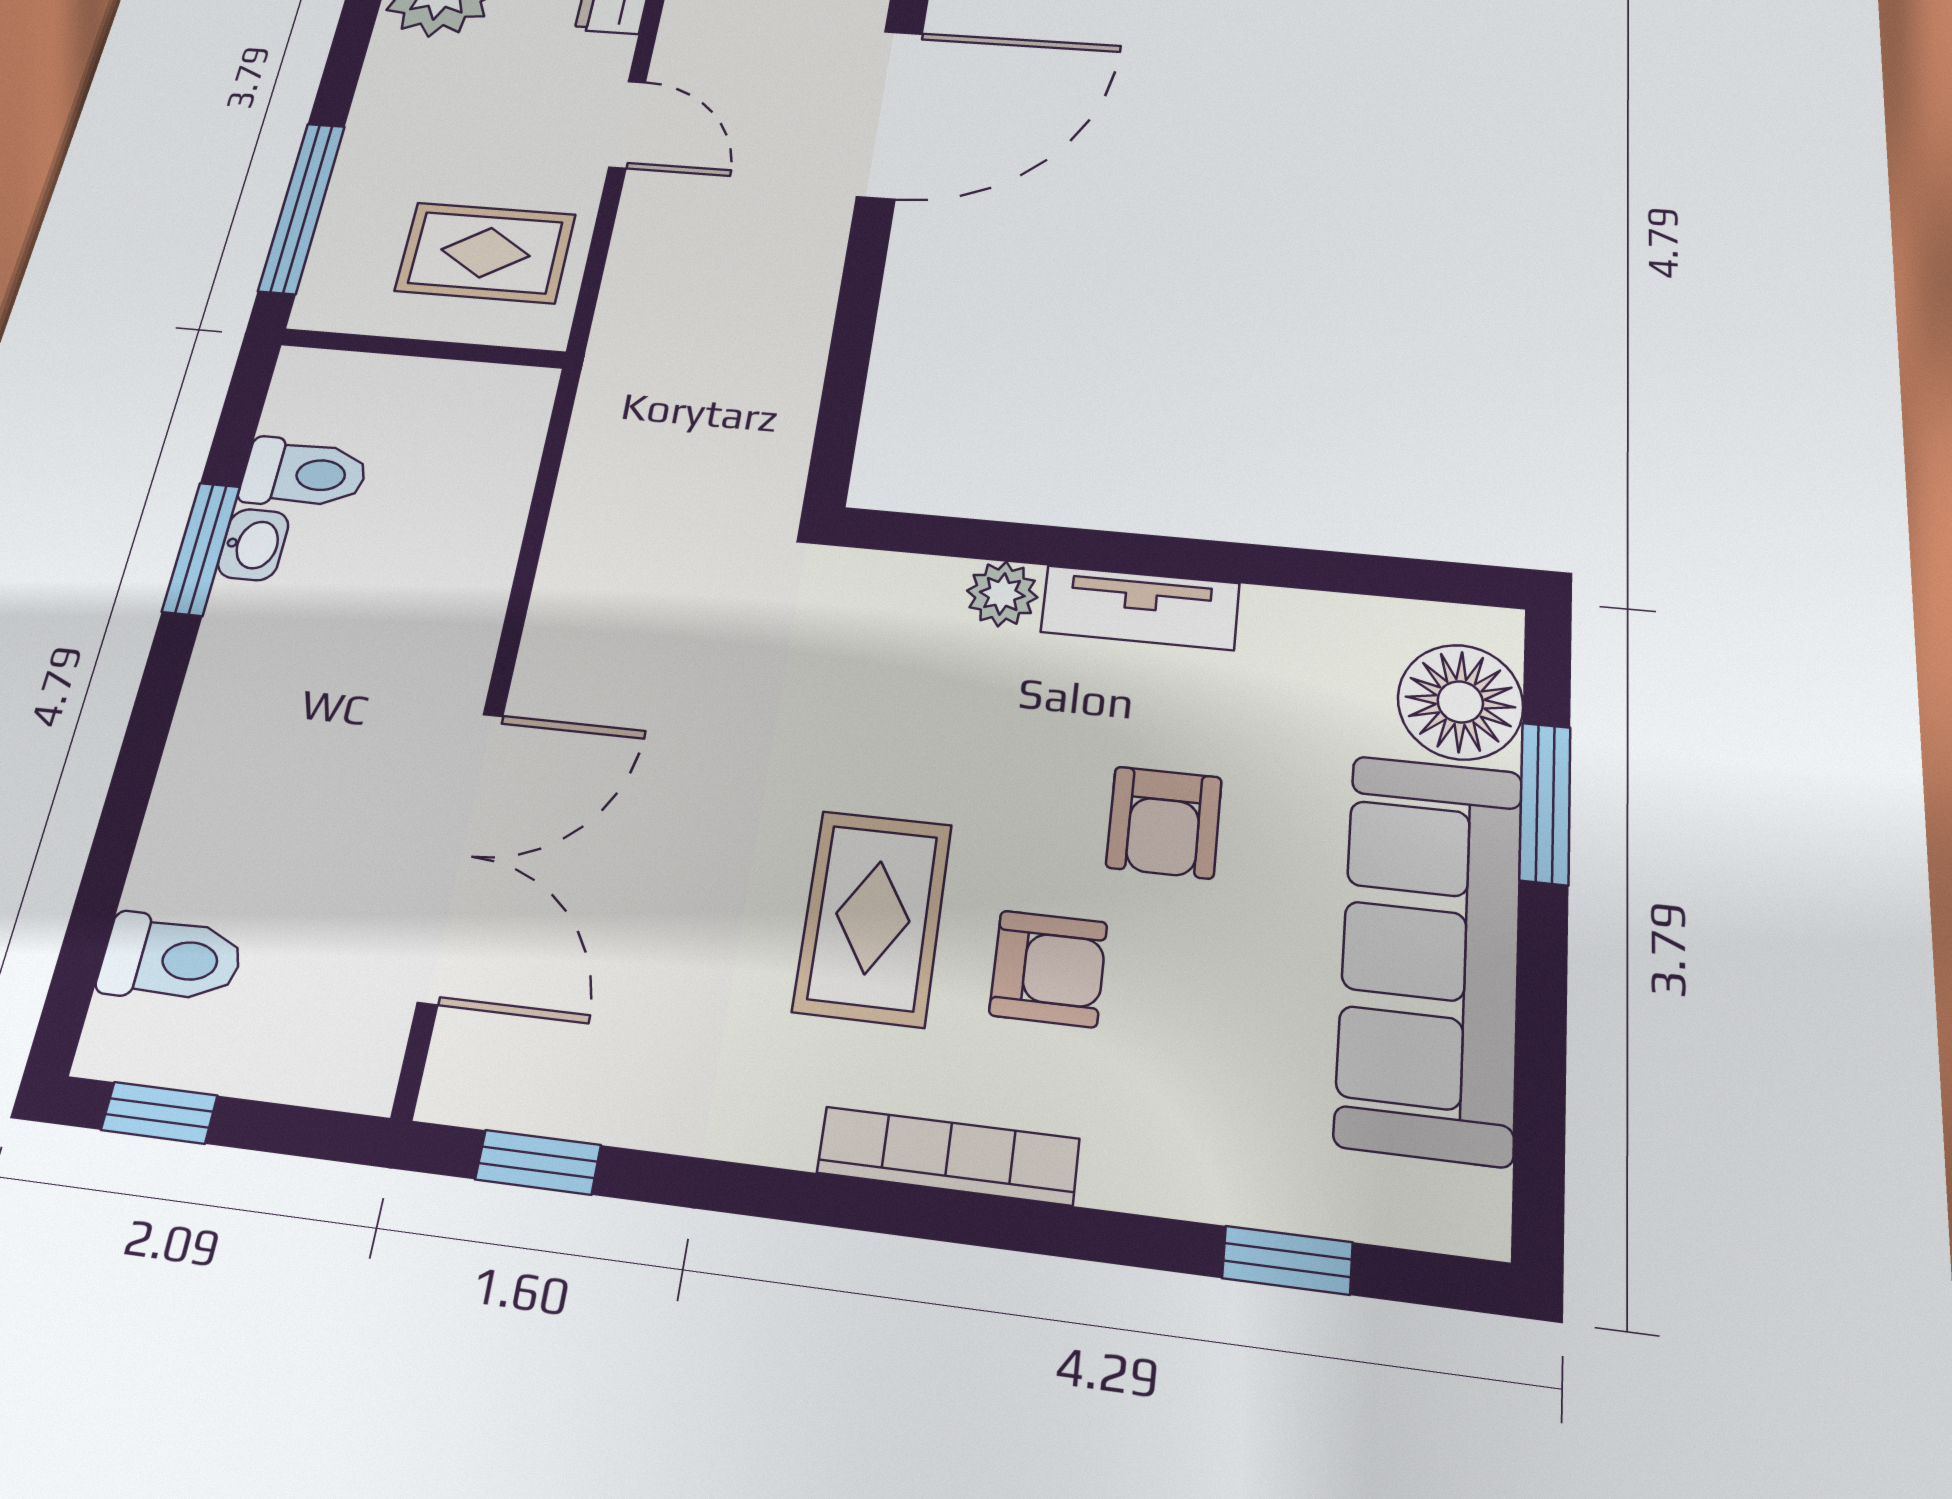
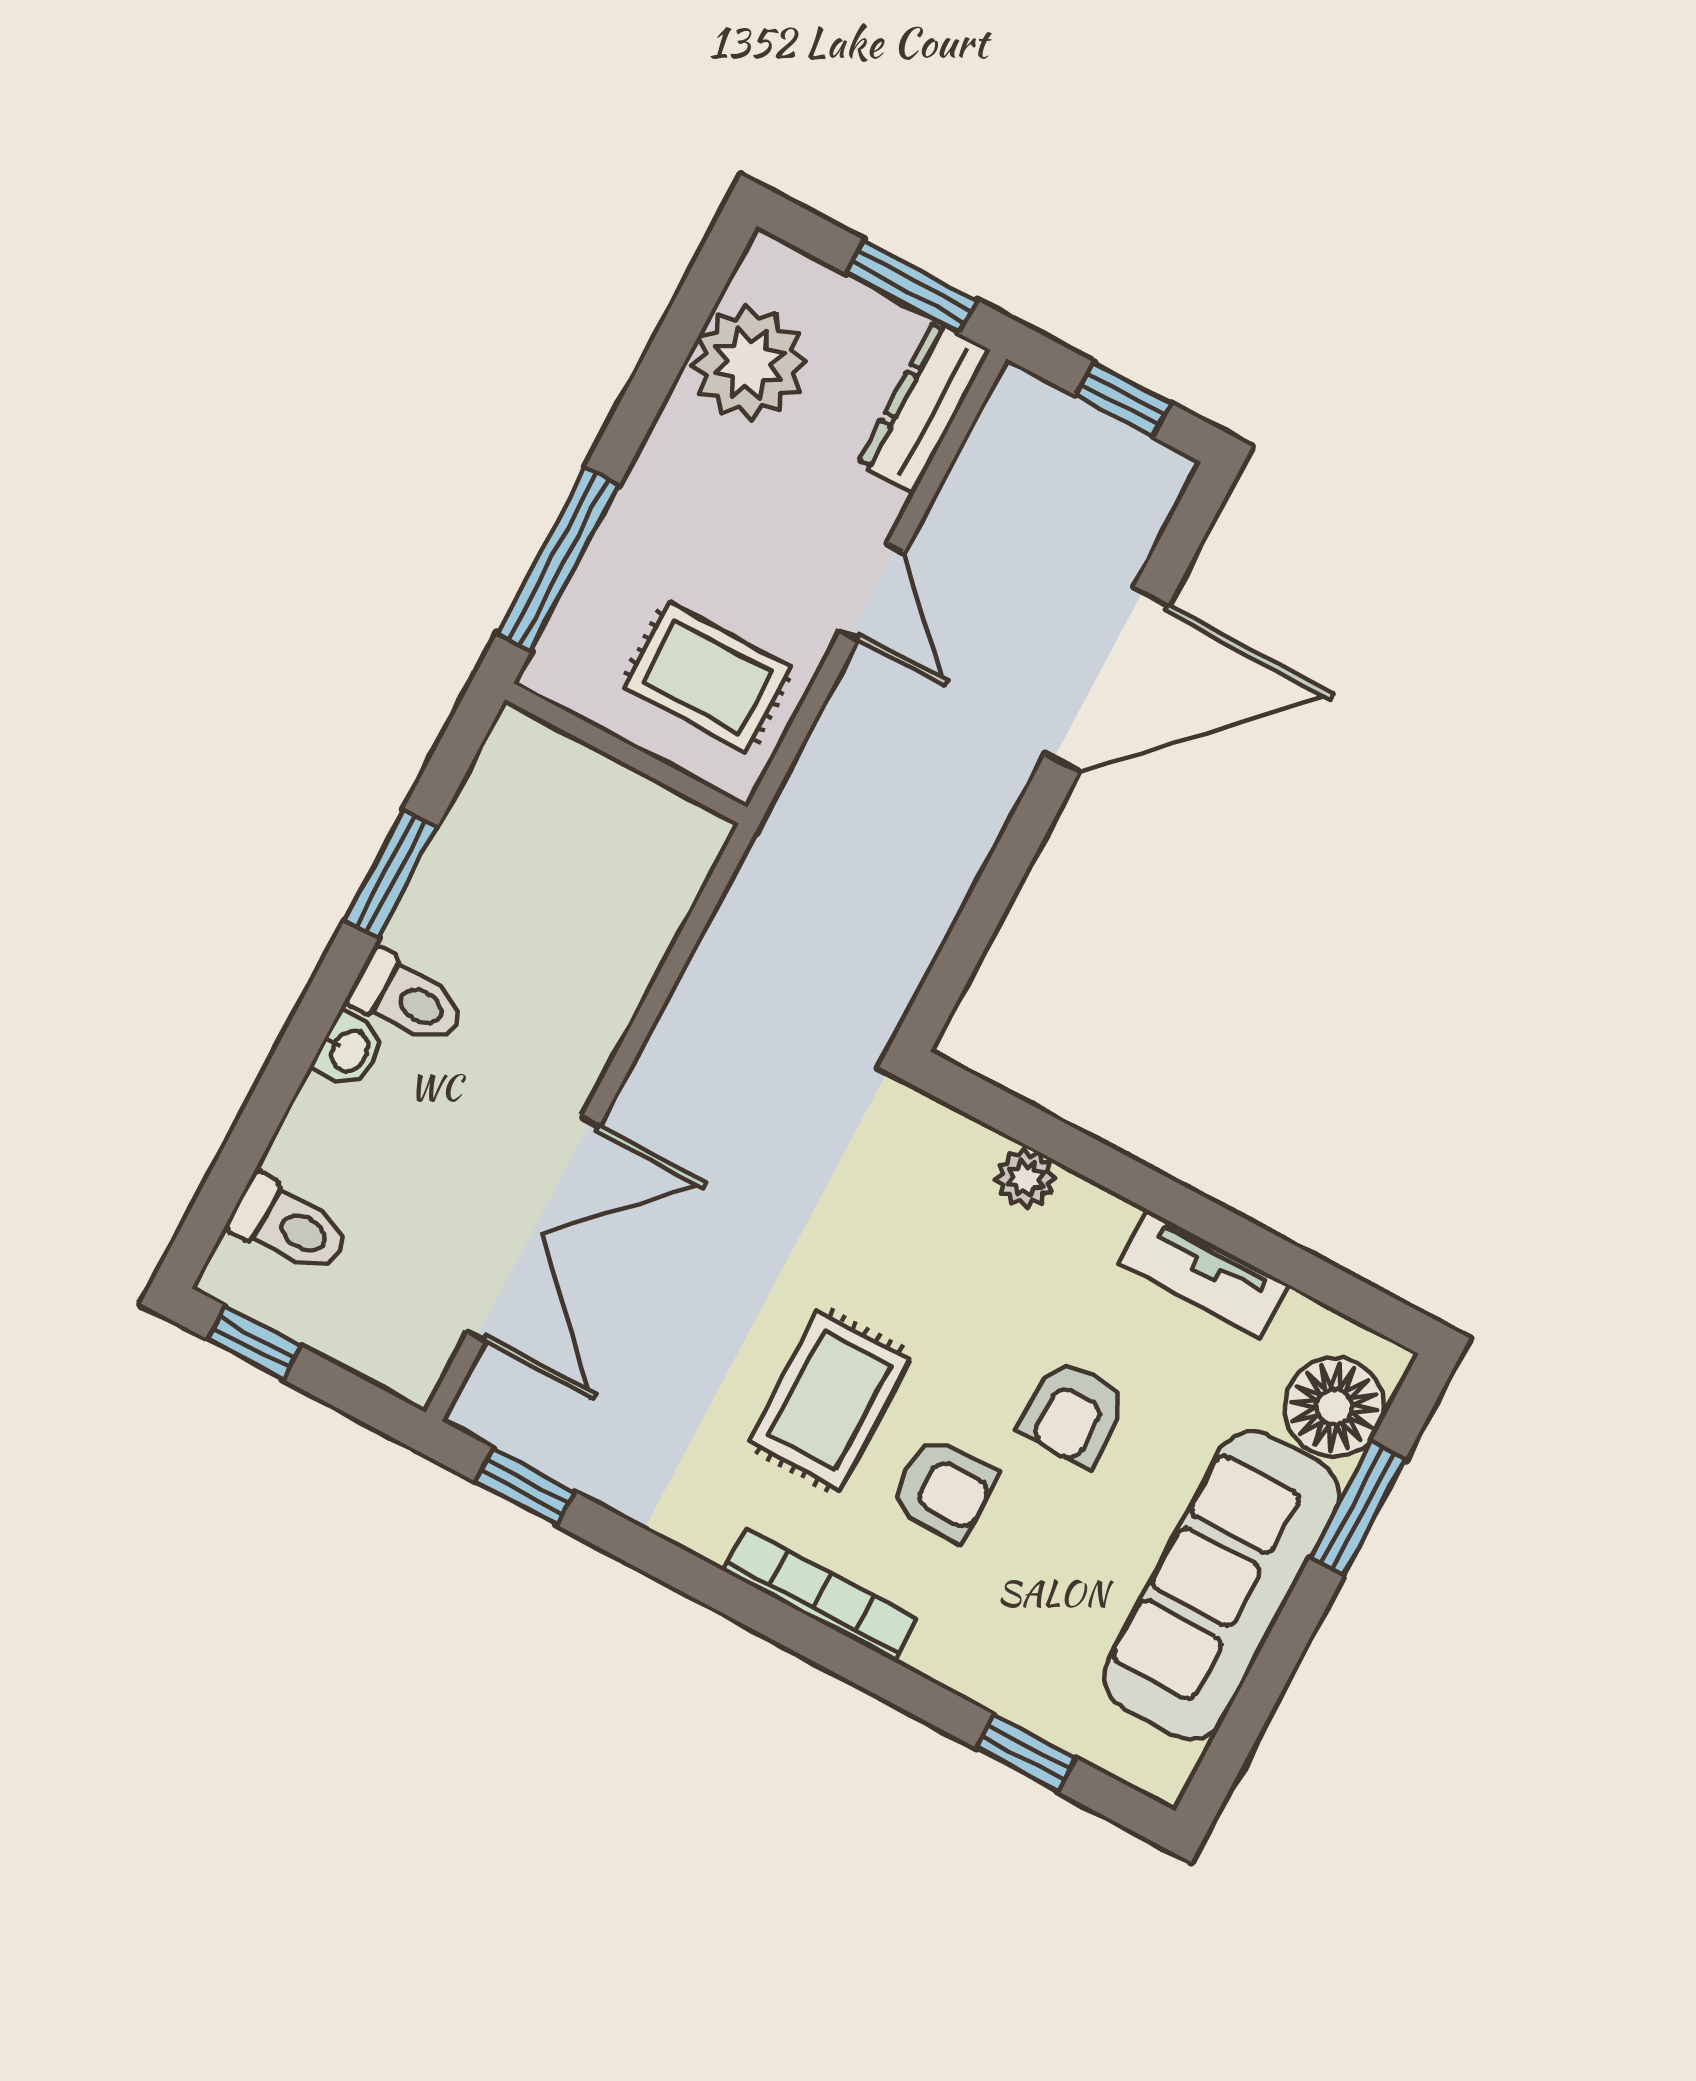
toilet: (304, 474) -> (407, 999), moved
washbasin: (253, 545) -> (349, 1050), moved
tv unit: (1140, 608) -> (1204, 1274), moved

